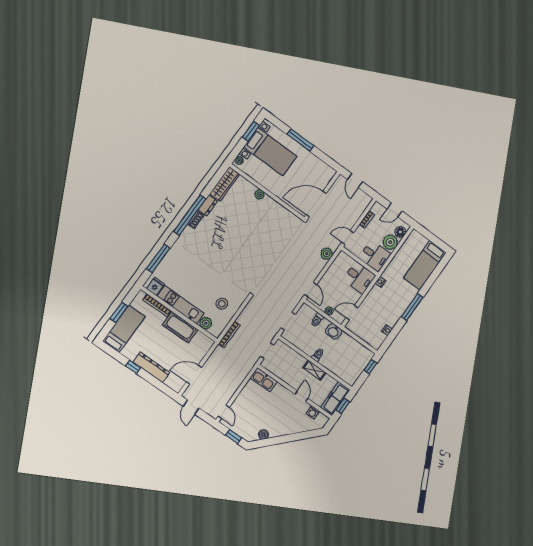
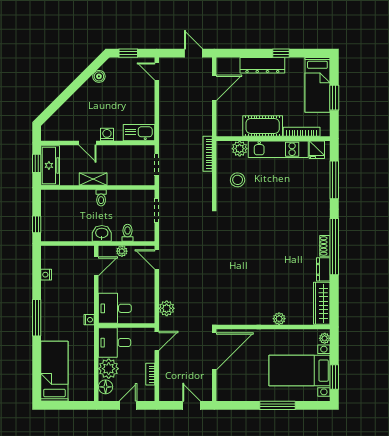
washing machine: (313, 413) -> (107, 134), moved

